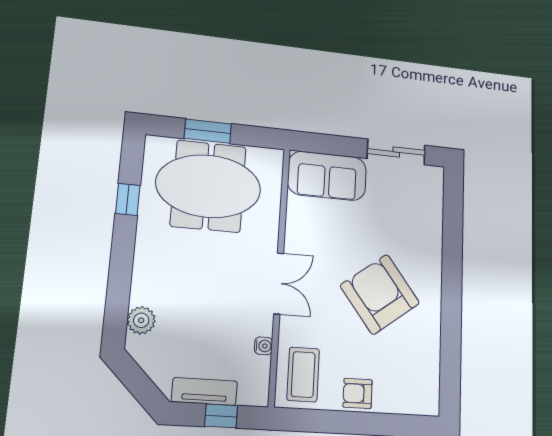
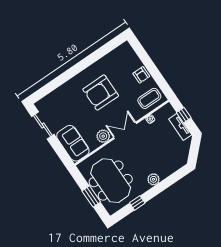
plant: (299, 237) -> (103, 136), added
armchair: (380, 294) -> (101, 93), turned 37
plant: (141, 320) -> (153, 179), moved

